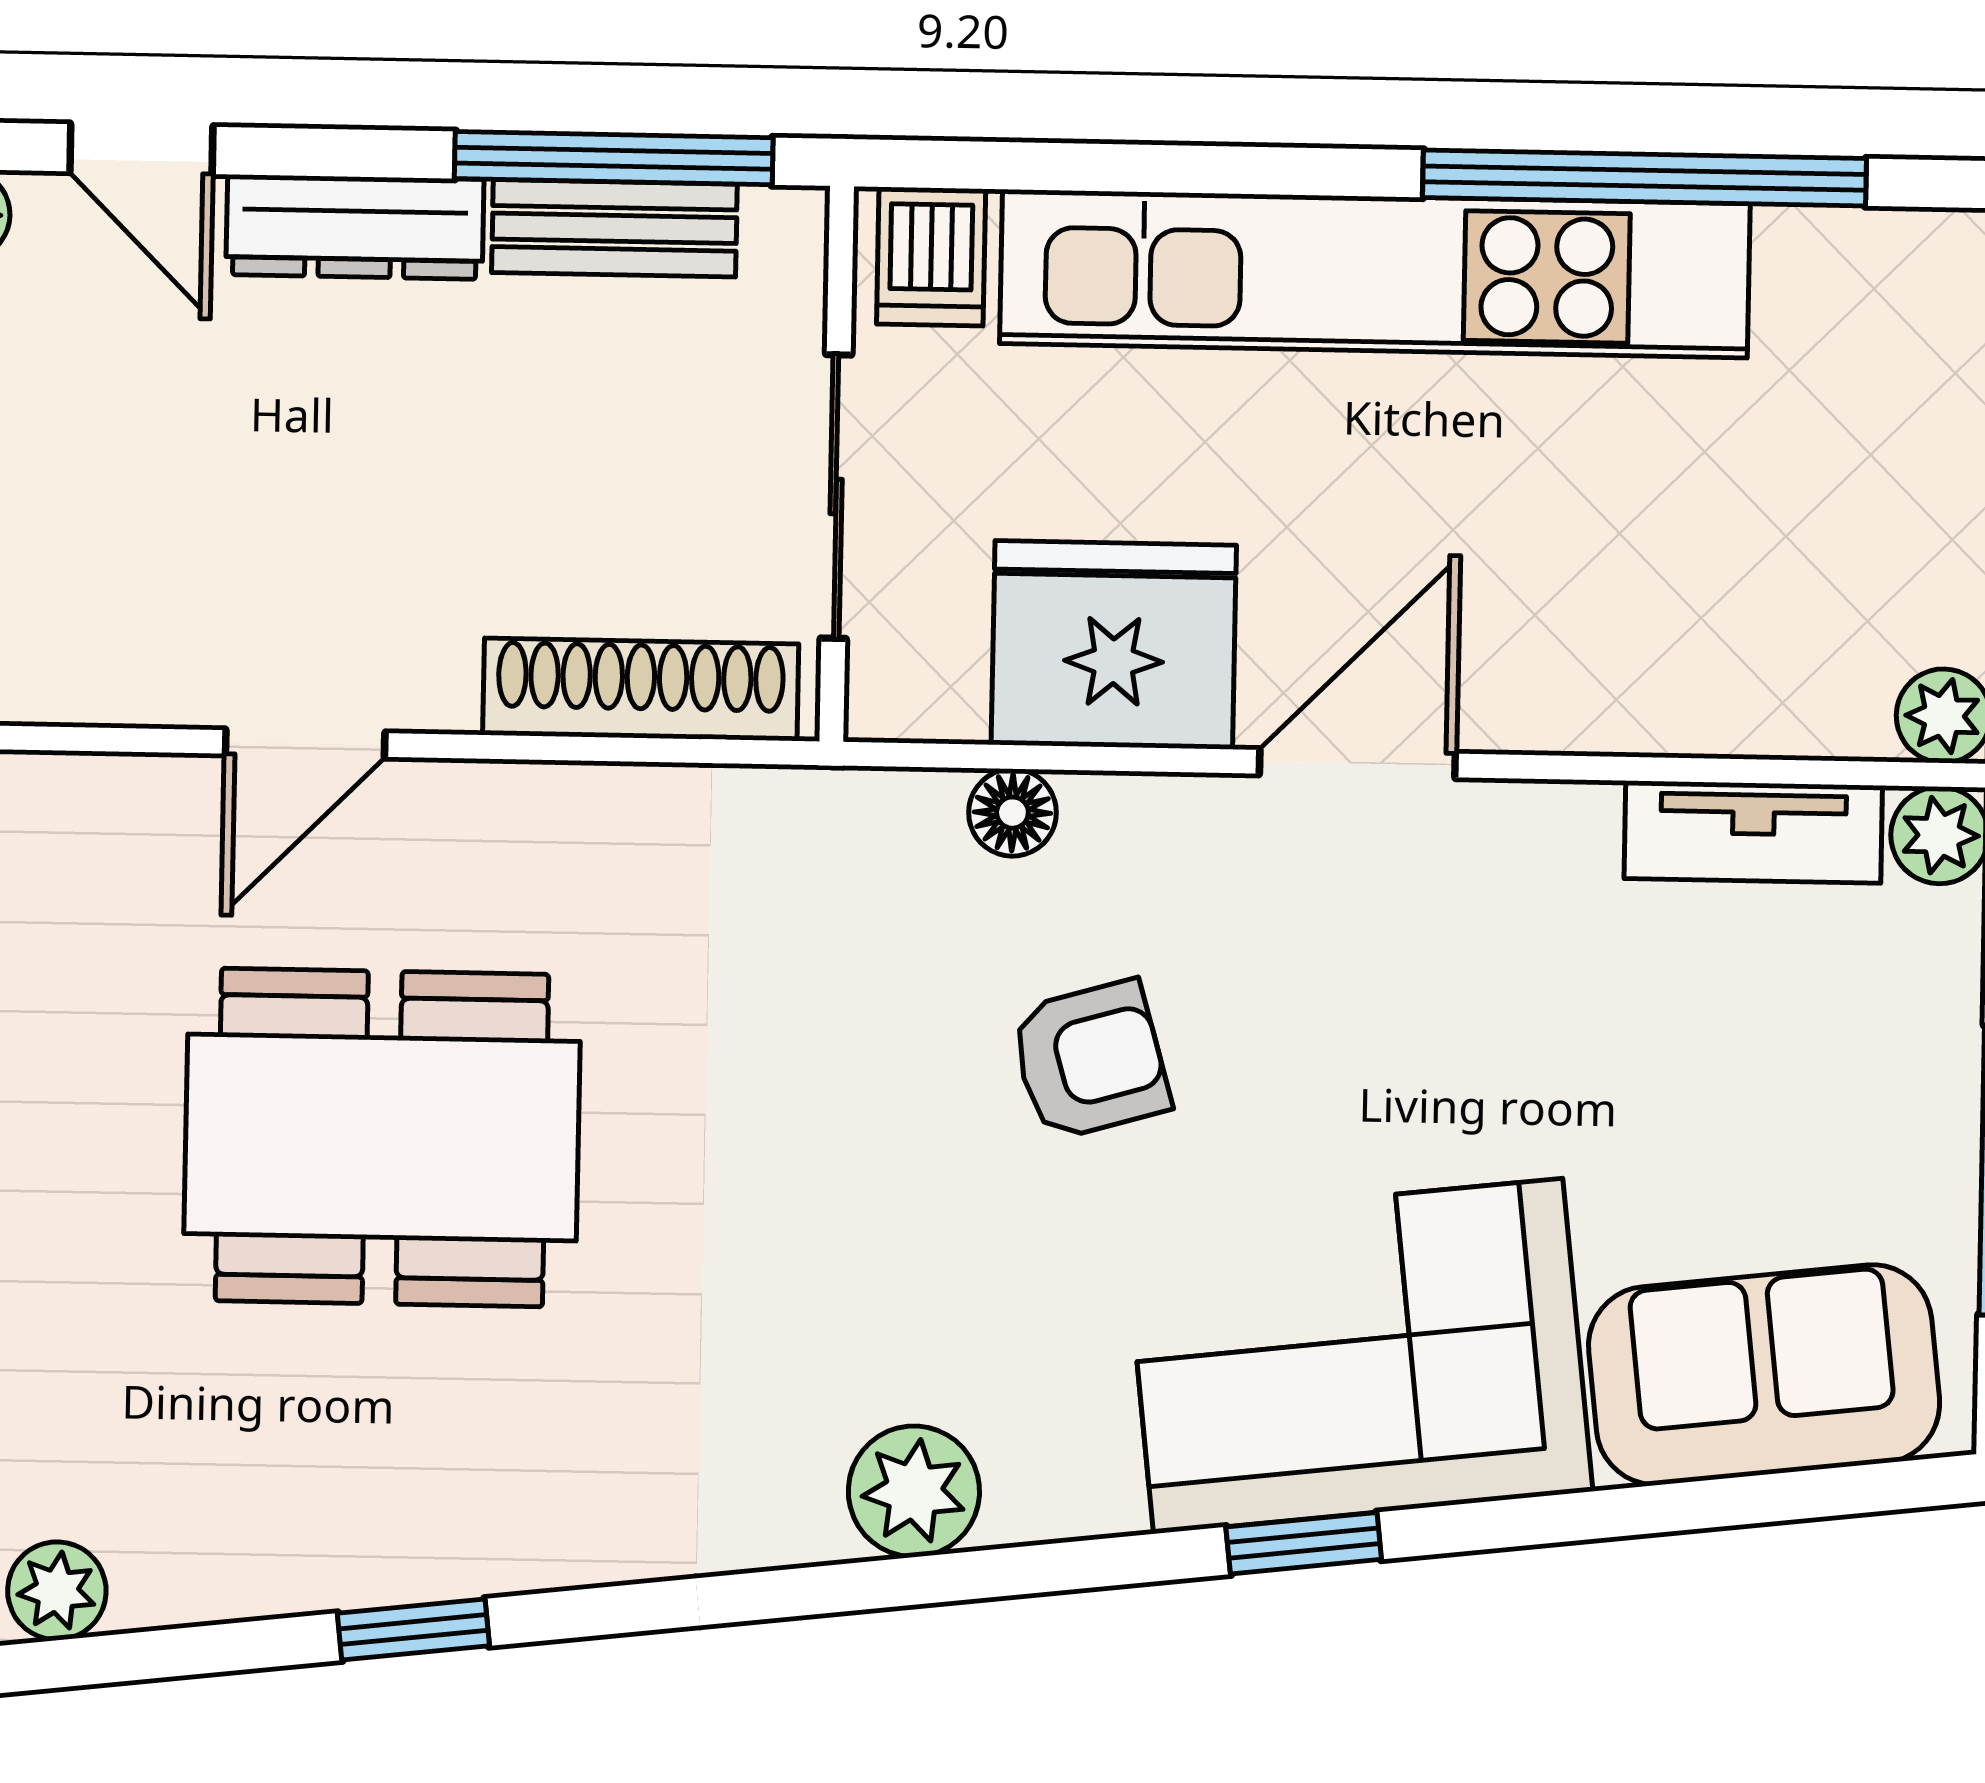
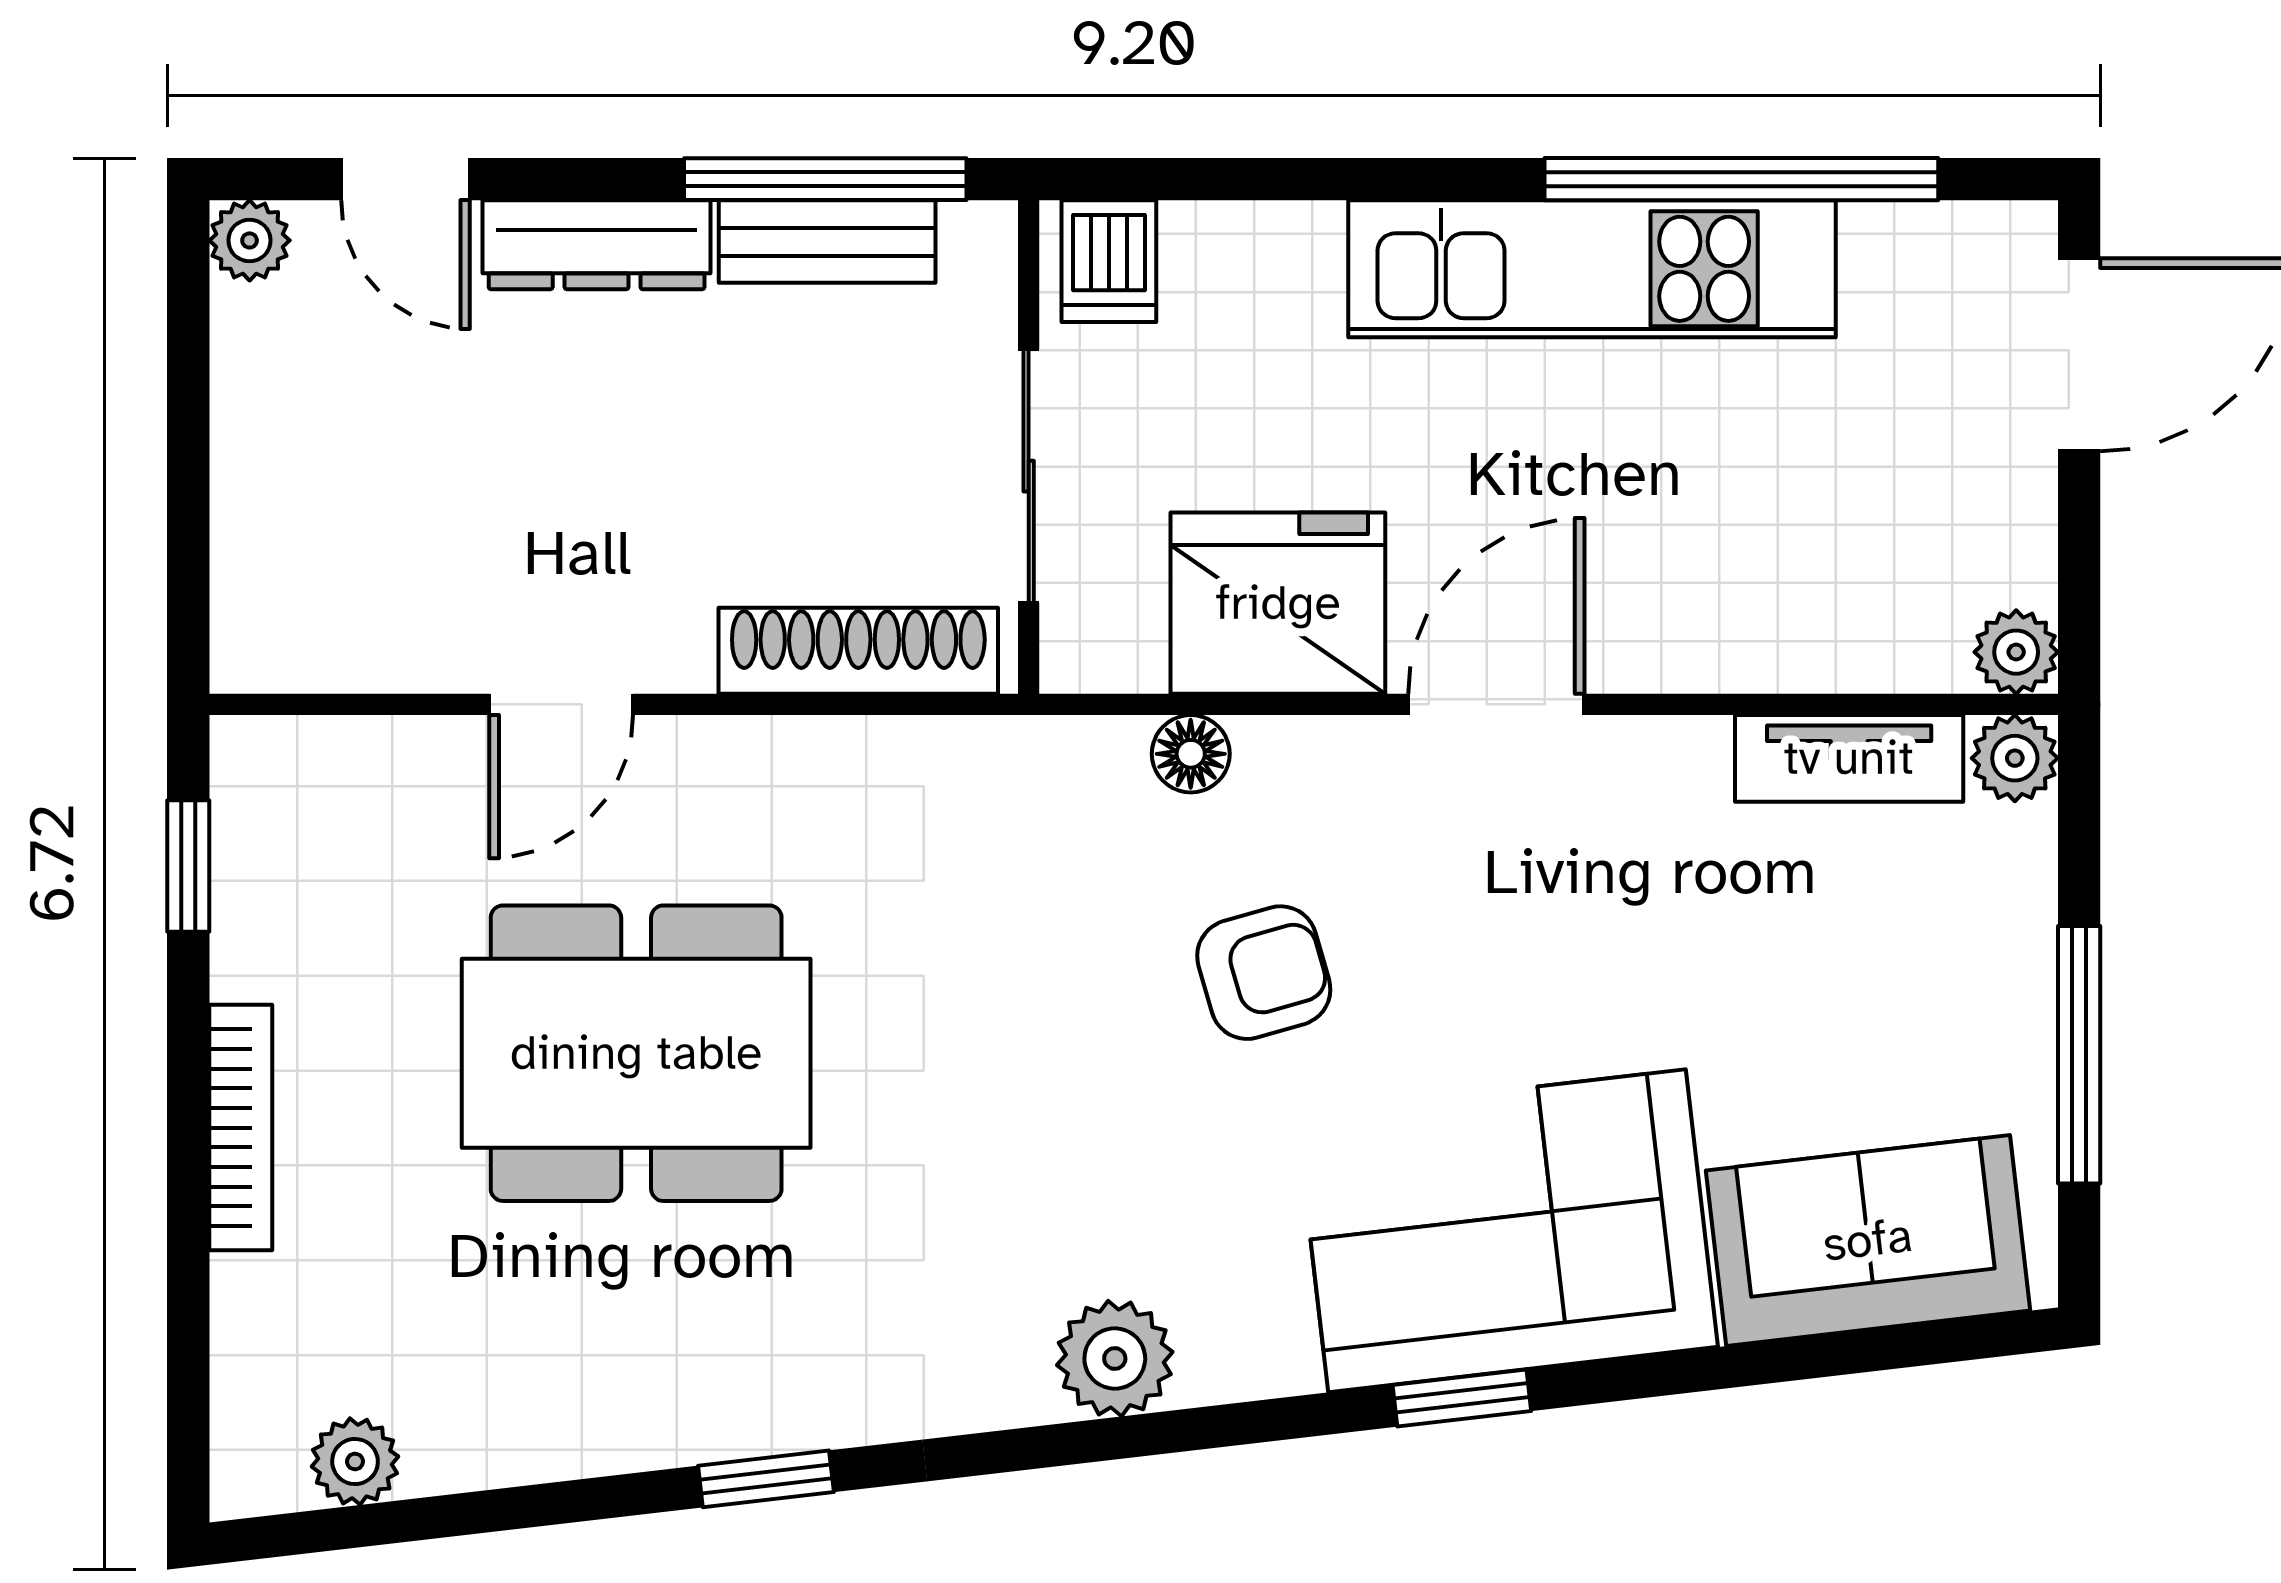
kitchen unit: (1375, 274) -> (1592, 269), width x0.73
window: (413, 1629) -> (766, 1479), moved

